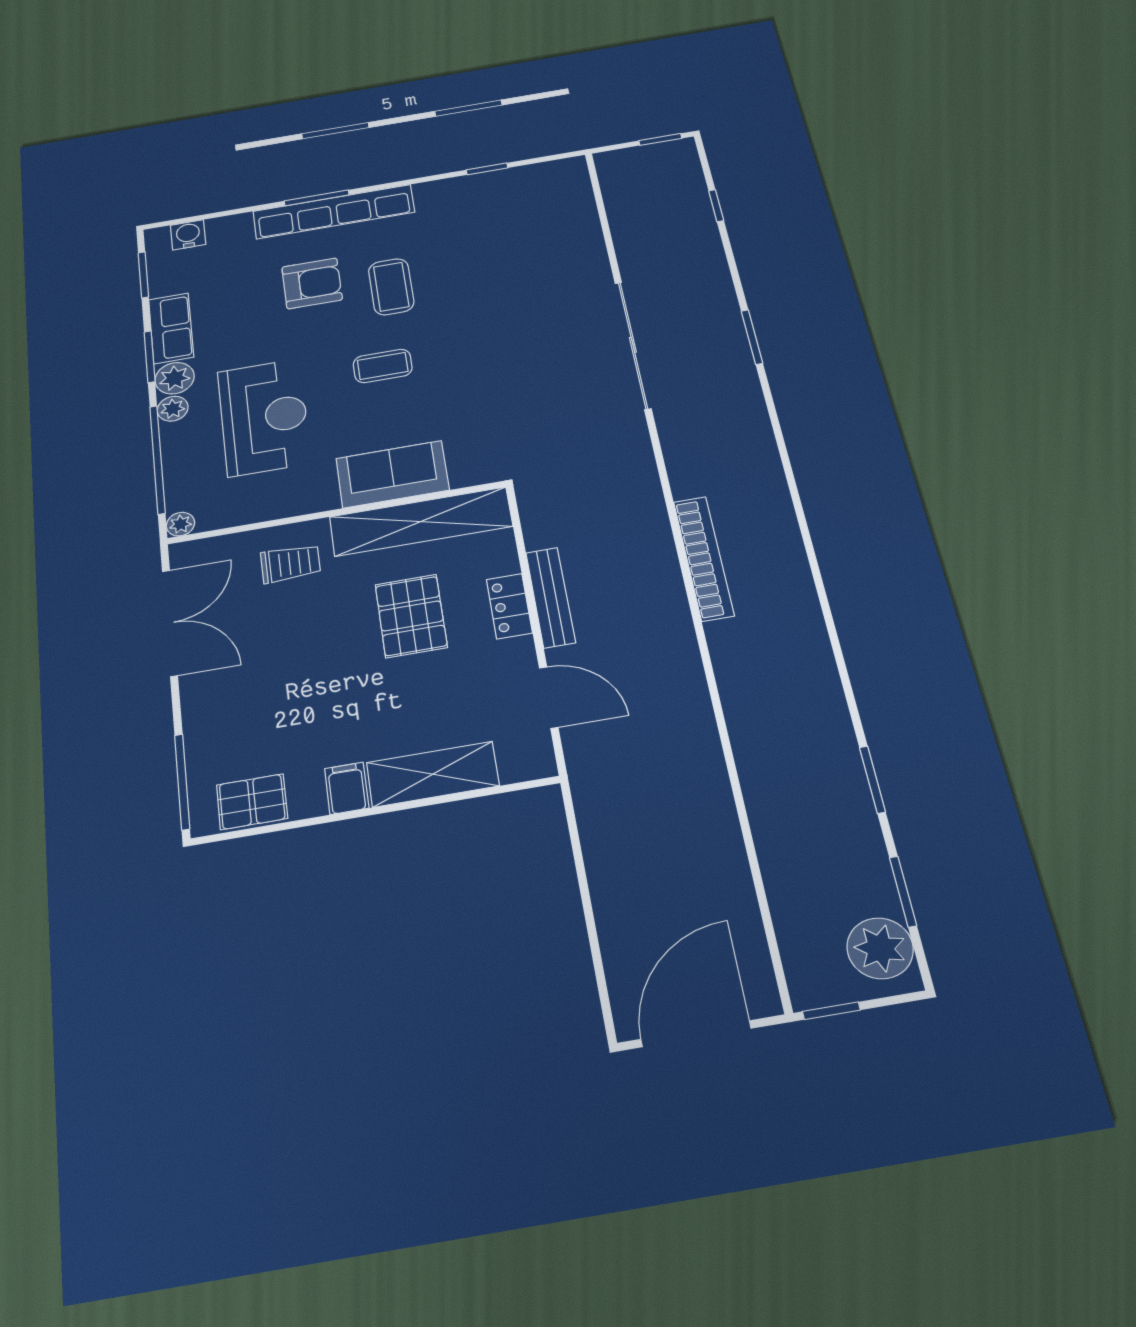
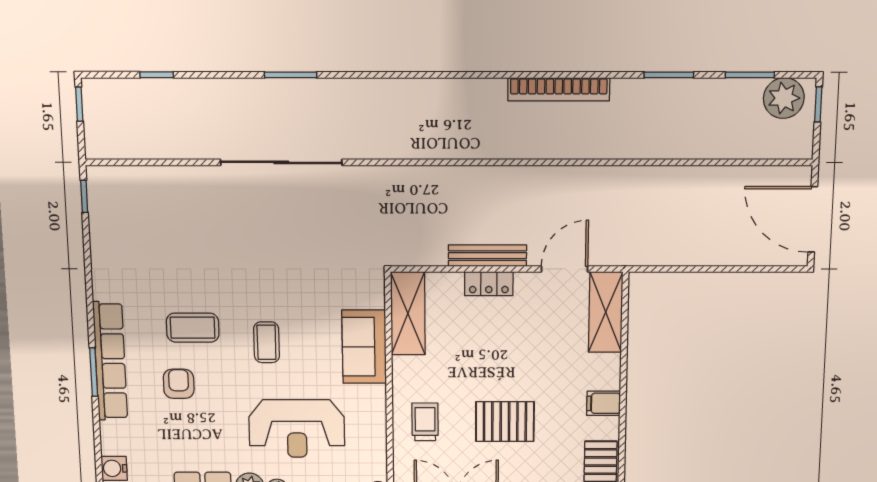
window: (487, 169) -> (84, 196), moved
armchair: (312, 283) -> (179, 384), width x0.72, depth x0.72
reception desk: (264, 417) -> (297, 428), turned 180
shelving: (421, 522) -> (408, 313), width x0.68
bookcase: (704, 558) -> (559, 89), moved, turned 180
pallet: (411, 616) -> (505, 422), moved
shelving: (433, 774) -> (606, 312), moved
window: (831, 1011) -> (818, 104), moved

